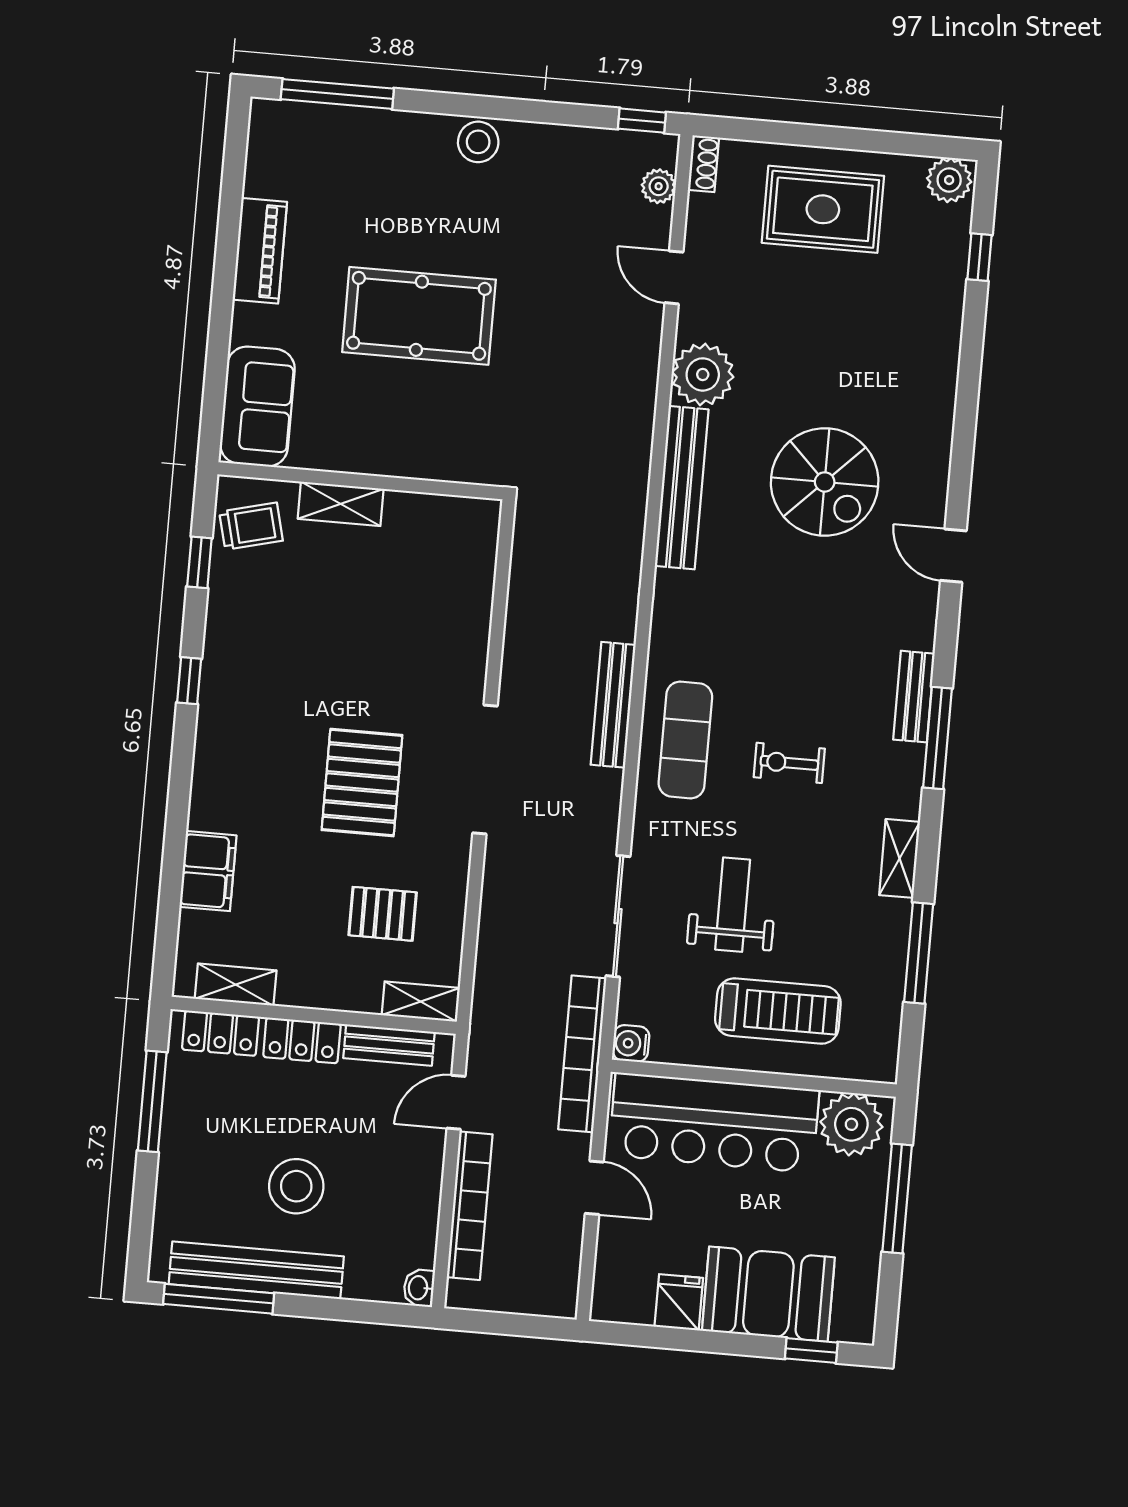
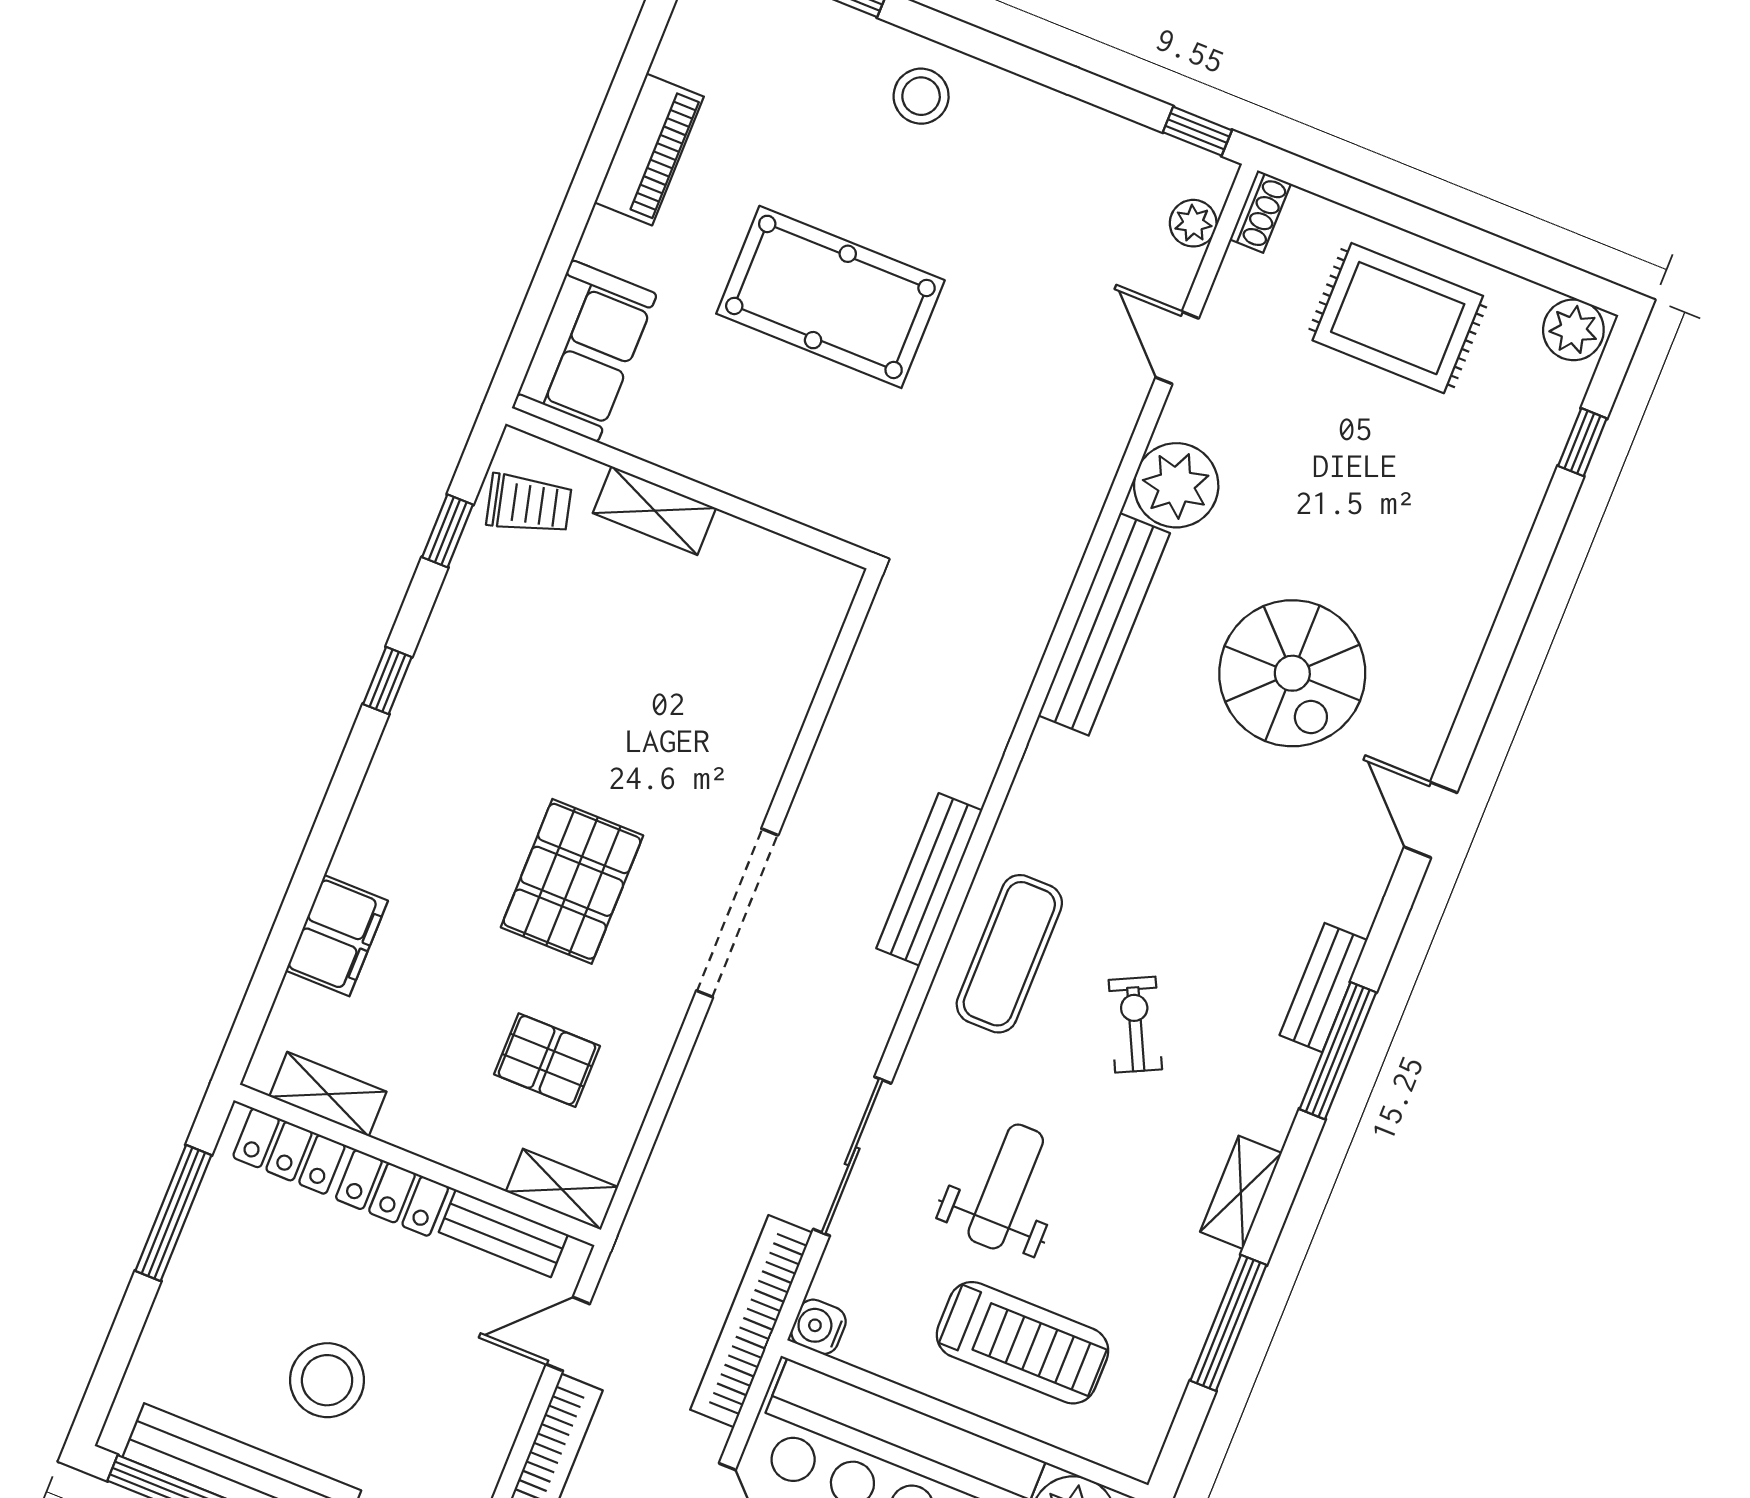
stool: (478, 142) -> (921, 96), moved
exercise bike: (789, 763) -> (1135, 1025), turned 64

